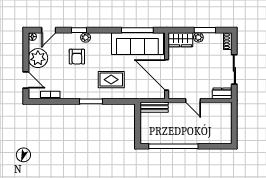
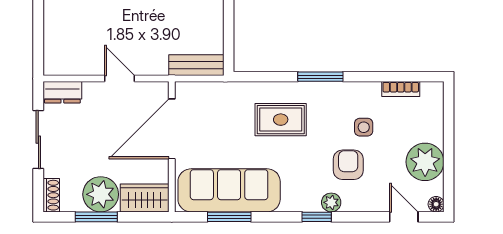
door: (49, 30) -> (404, 217), hinge flipped
window: (79, 30) -> (317, 217), moved
window: (137, 30) -> (229, 217), width x0.69
plant: (198, 37) -> (101, 194), width x1.87, depth x1.87
door: (167, 75) -> (172, 129), swing flipped
side table: (69, 76) -> (364, 127), added
door: (26, 80) -> (449, 119), removed

